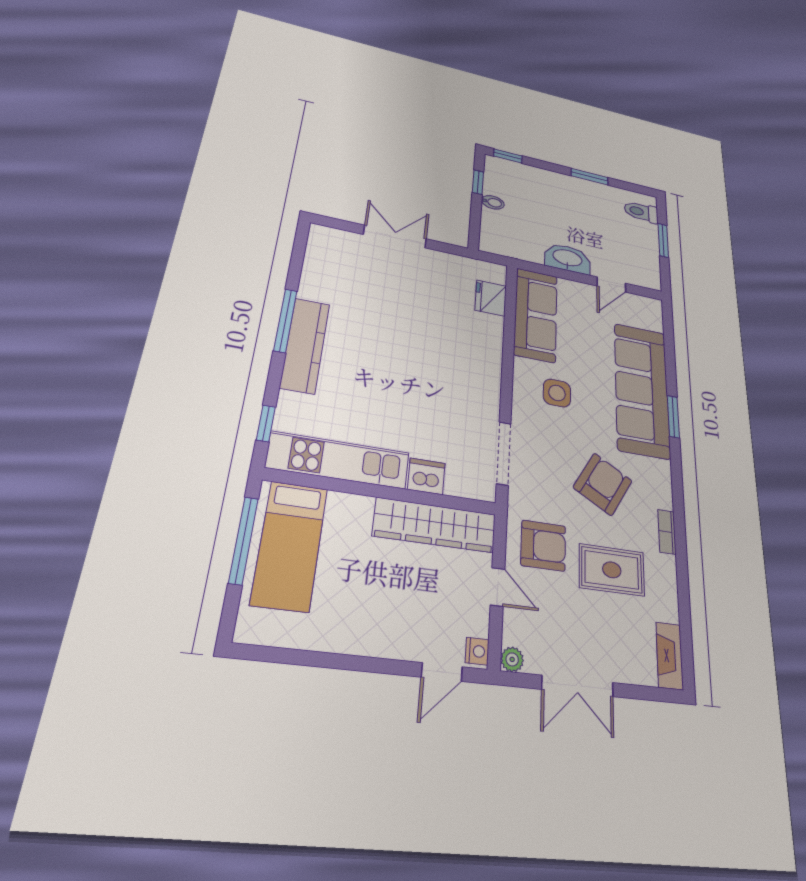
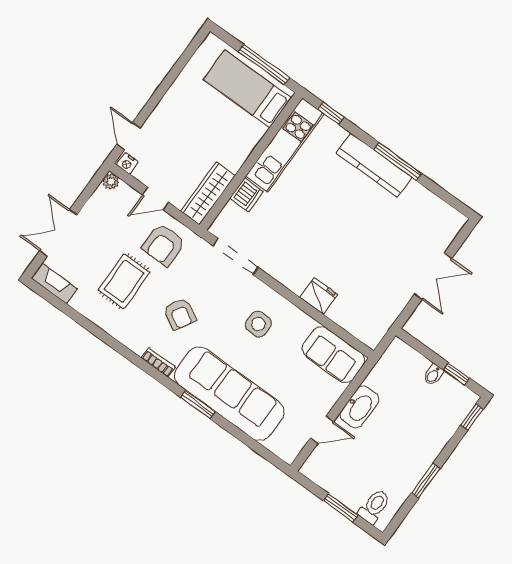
door: (611, 285) -> (322, 430), swing flipped
fridge: (491, 298) -> (319, 296), moved
sofa: (536, 315) -> (333, 354), width x0.73
armchair: (603, 484) -> (180, 314), width x0.72, depth x0.72
wardrobe: (435, 525) -> (208, 193), width x0.71, depth x0.85
bookcase: (667, 532) -> (158, 362), moved
double door: (578, 686) -> (58, 233), moved

